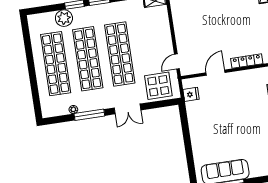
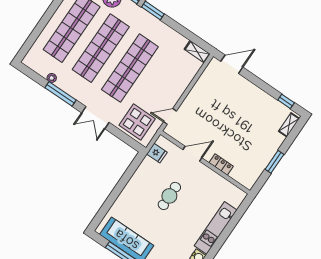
locker: (247, 61) -> (221, 164), width x0.66
cafe table: (226, 115) -> (169, 196), added

